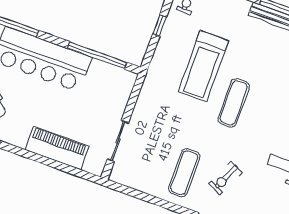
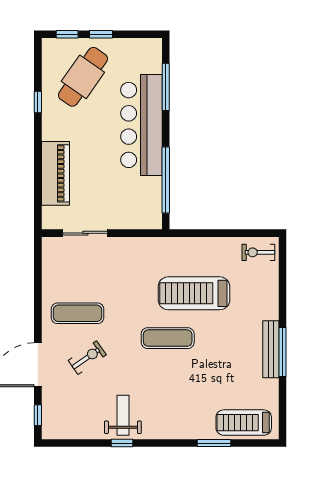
window: (160, 25) -> (220, 233), removed
exercise bike: (225, 178) -> (87, 358), turned 120

